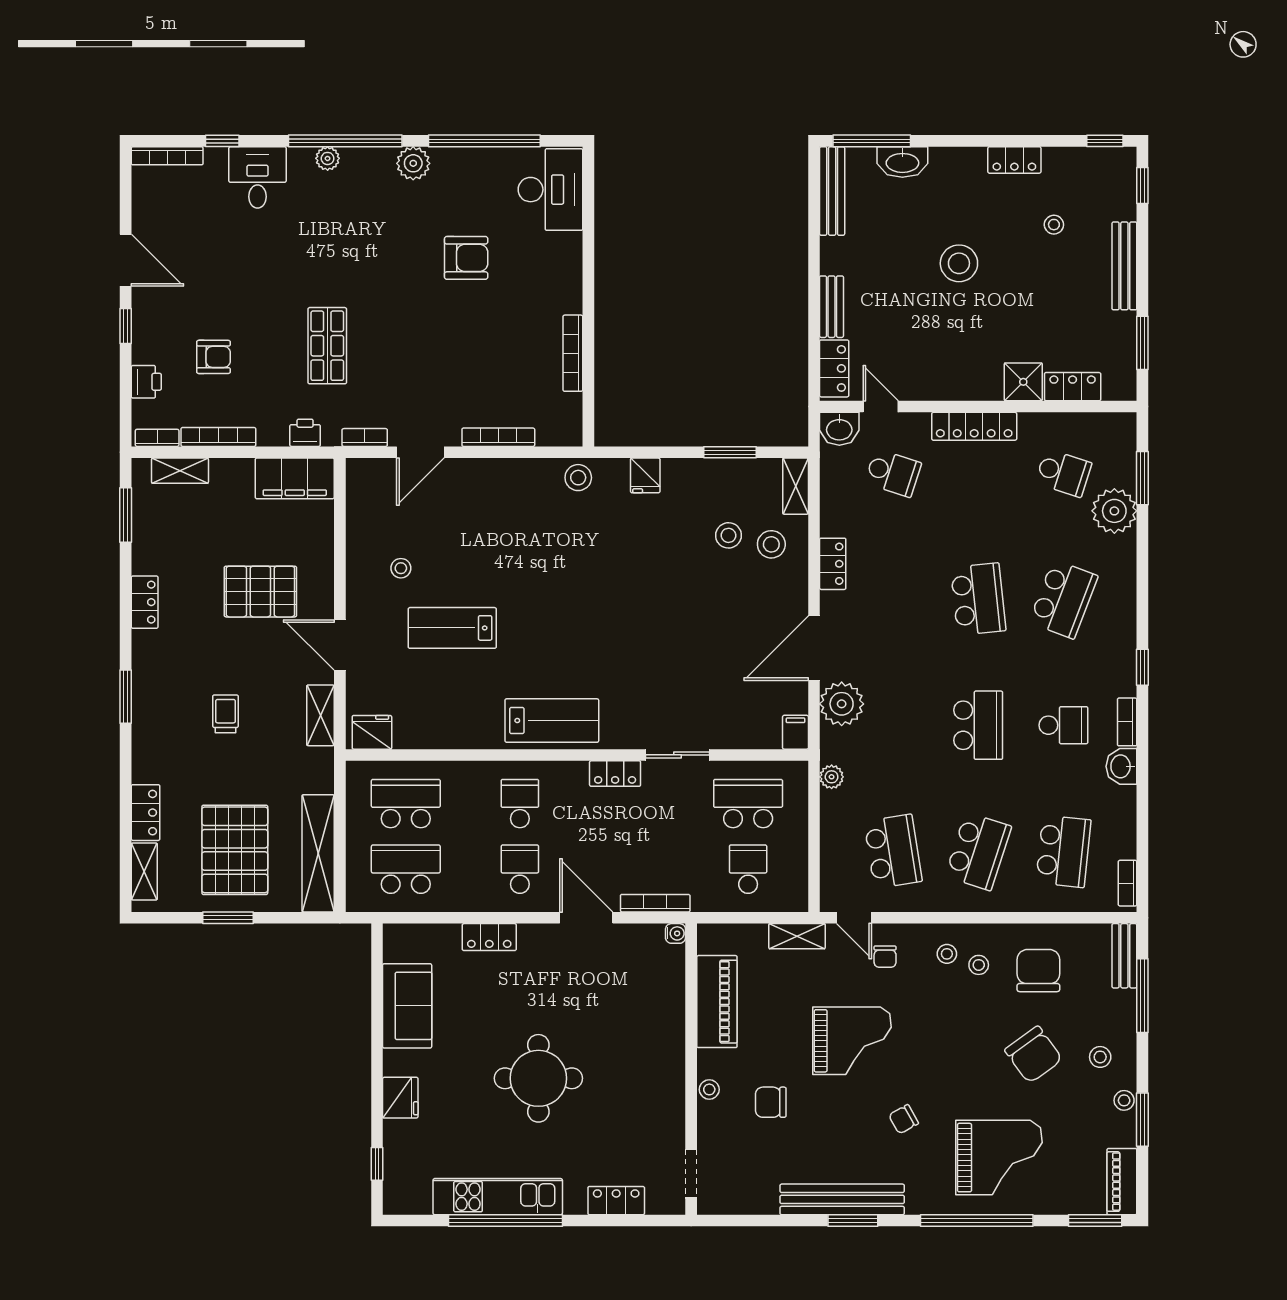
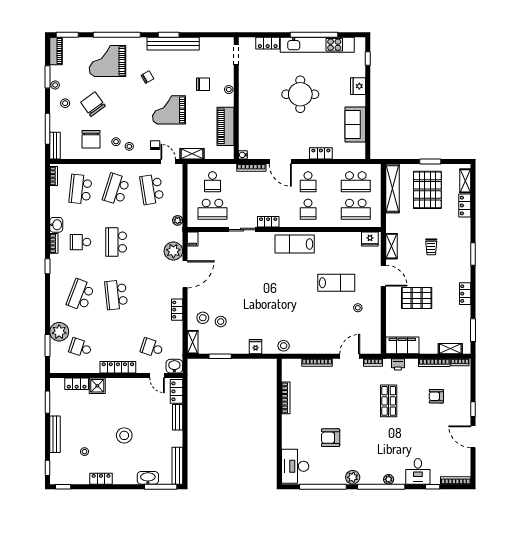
printer: (146, 382) -> (464, 386), removed
kitchen unit: (498, 1197) -> (317, 45), width x1.36

